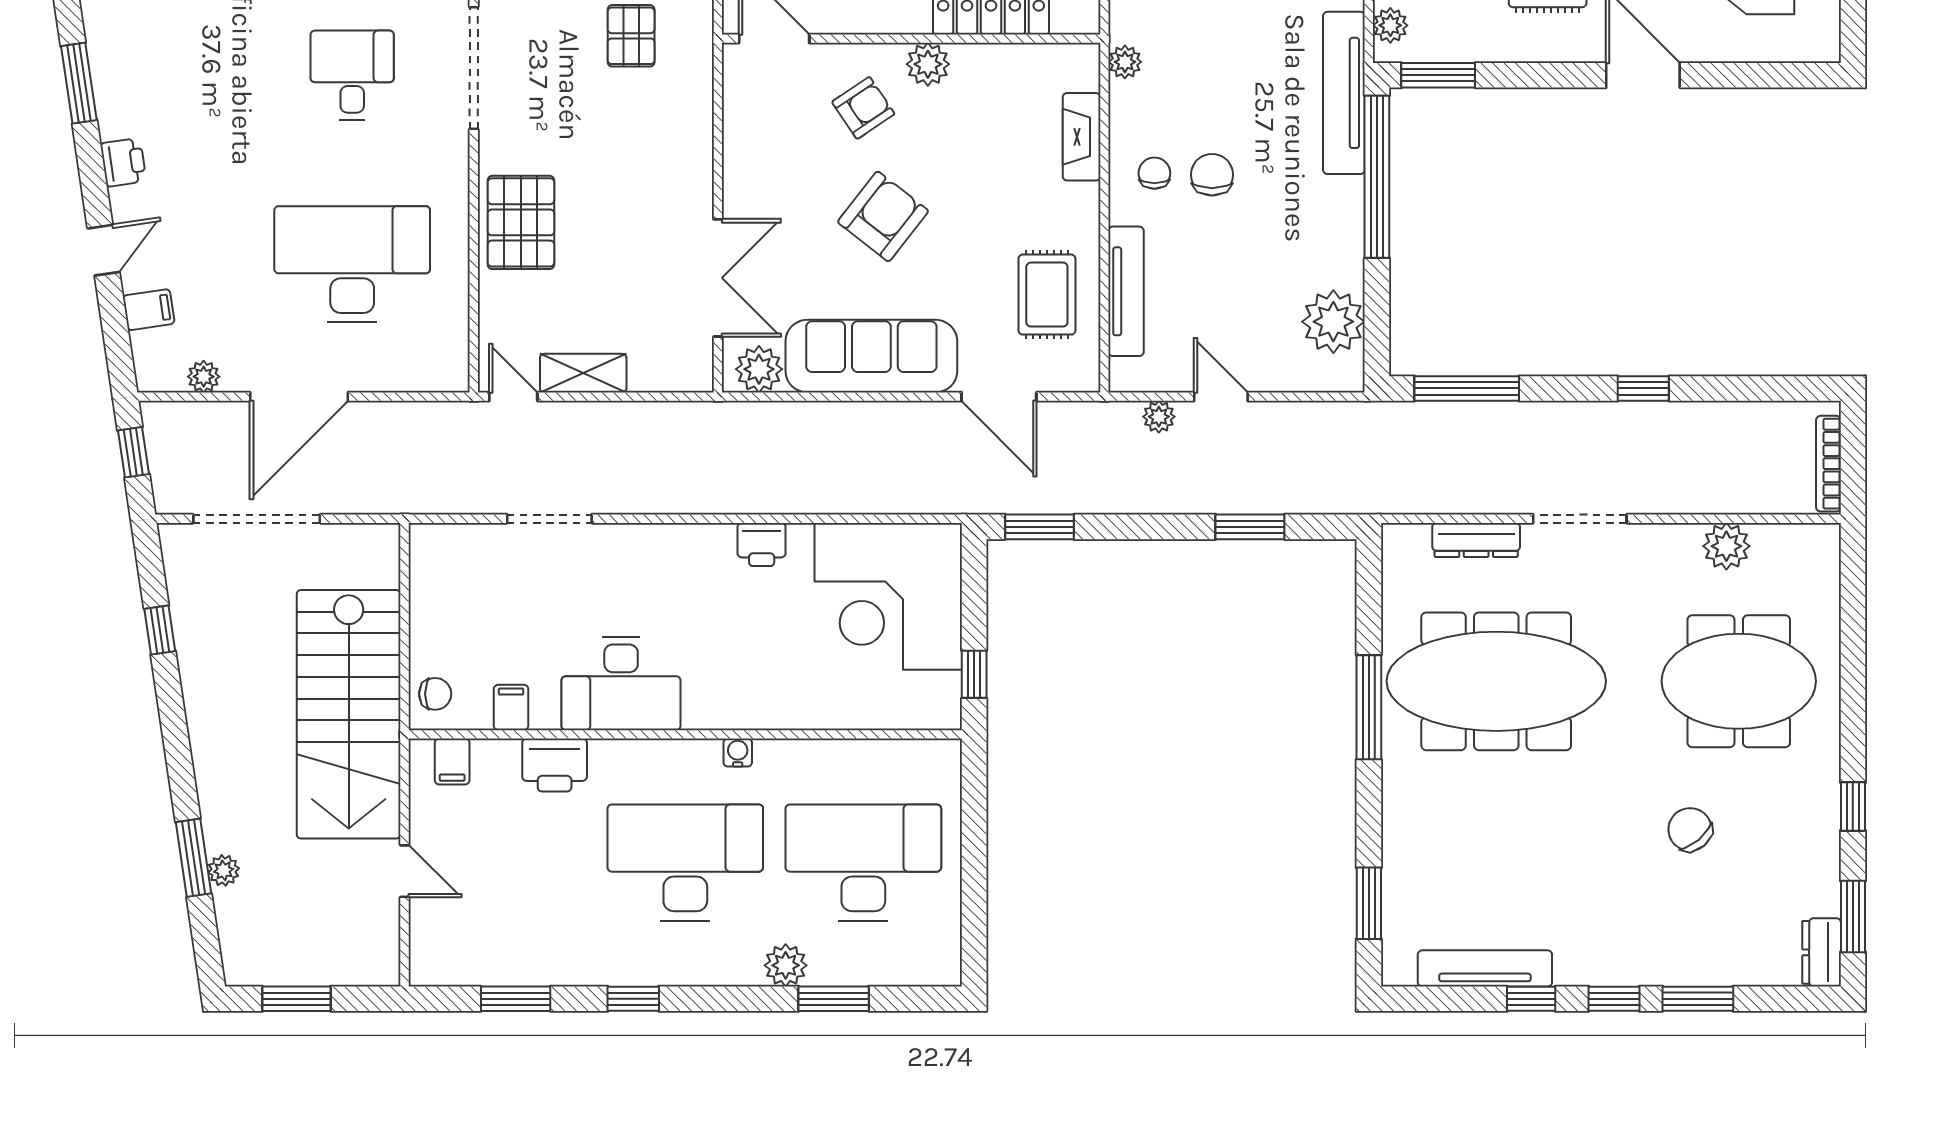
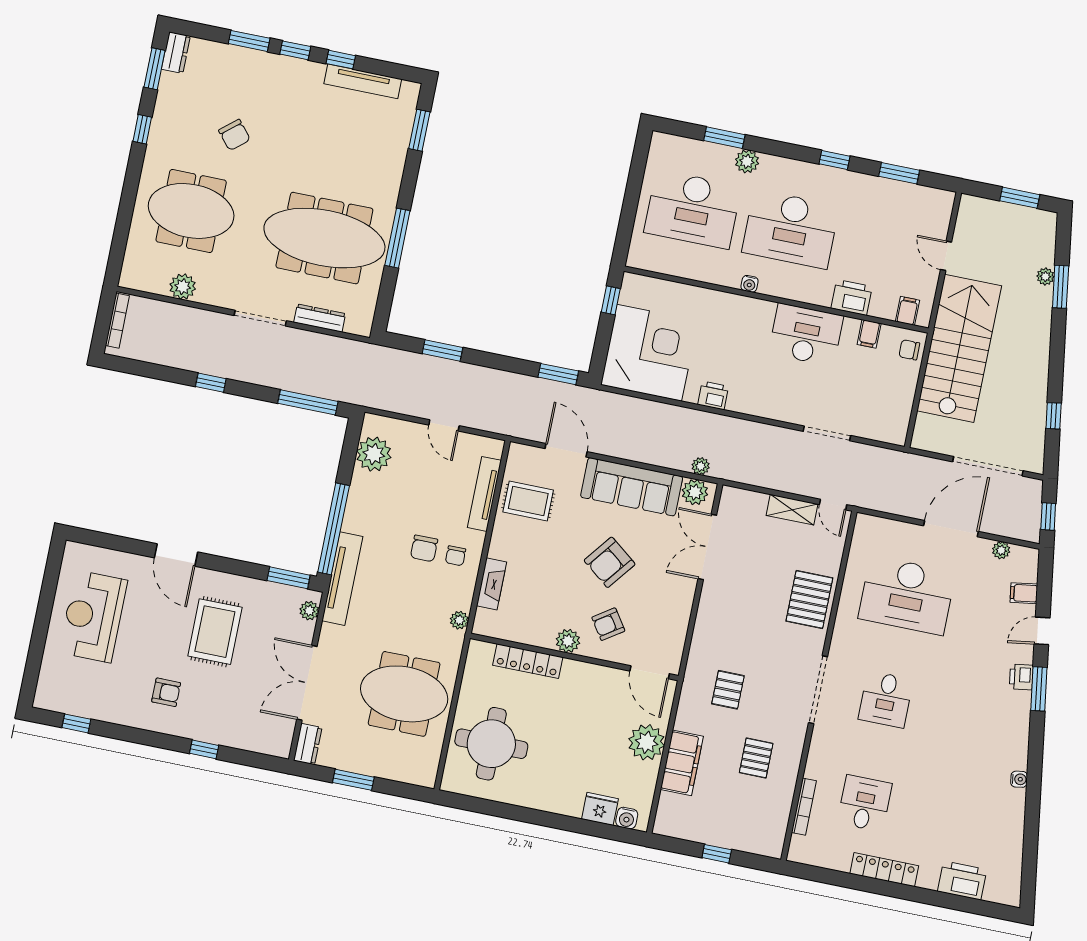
window: (79, 83) -> (1039, 689), moved
rug: (1047, 295) -> (528, 501), turned 90
plant: (1159, 417) -> (701, 466), moved

